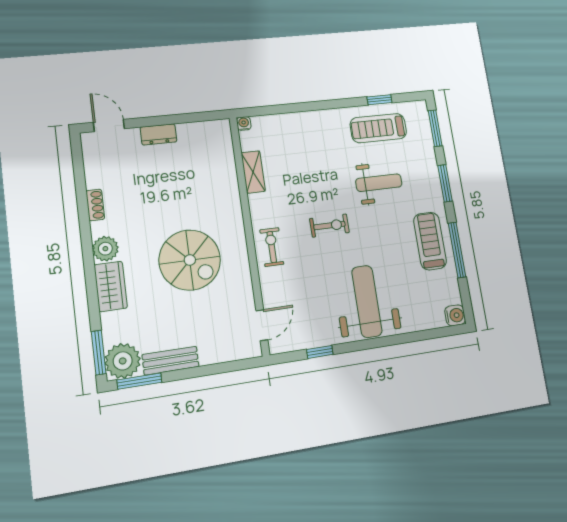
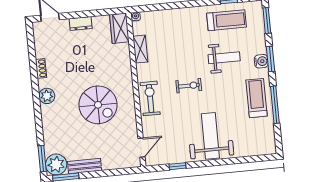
treadmill: (378, 128) -> (227, 20), turned 180
exercise bike: (272, 247) -> (150, 98), width x1.38, depth x1.39
wardrobe: (111, 286) -> (119, 28), moved, turned 180
water cooler: (455, 315) -> (261, 61), moved

